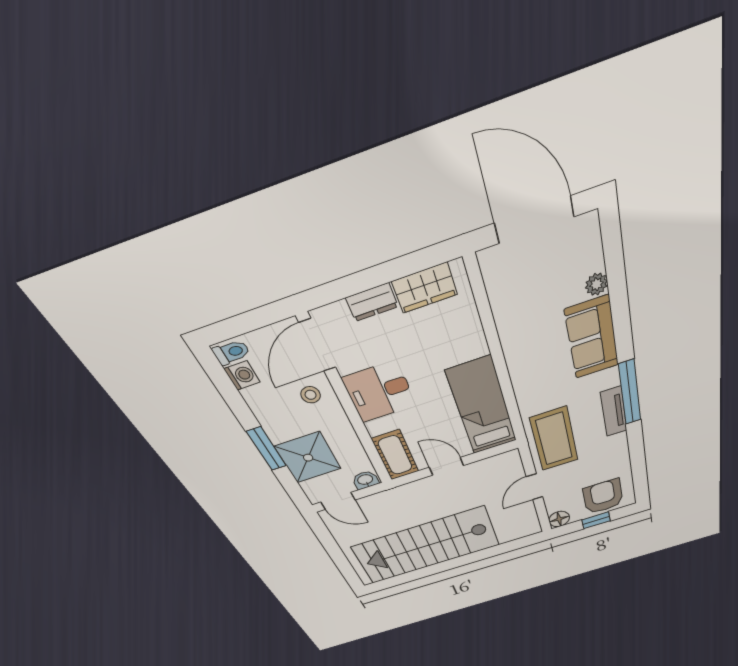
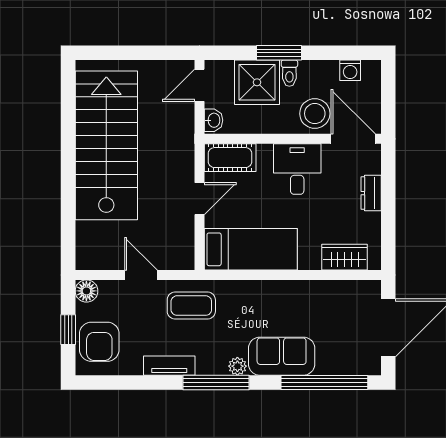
window: (616, 279) -> (324, 383), added
plant: (596, 284) -> (237, 366), moved
wardrobe: (425, 288) -> (345, 257), moved, turned 90
toilet: (231, 352) -> (289, 73), moved
stool: (311, 395) -> (315, 114), width x1.89, depth x1.89
tv unit: (614, 412) -> (169, 366), moved
coffee table: (554, 439) -> (191, 306), width x0.73, depth x0.76
armchair: (603, 497) -> (99, 342), turned 90

